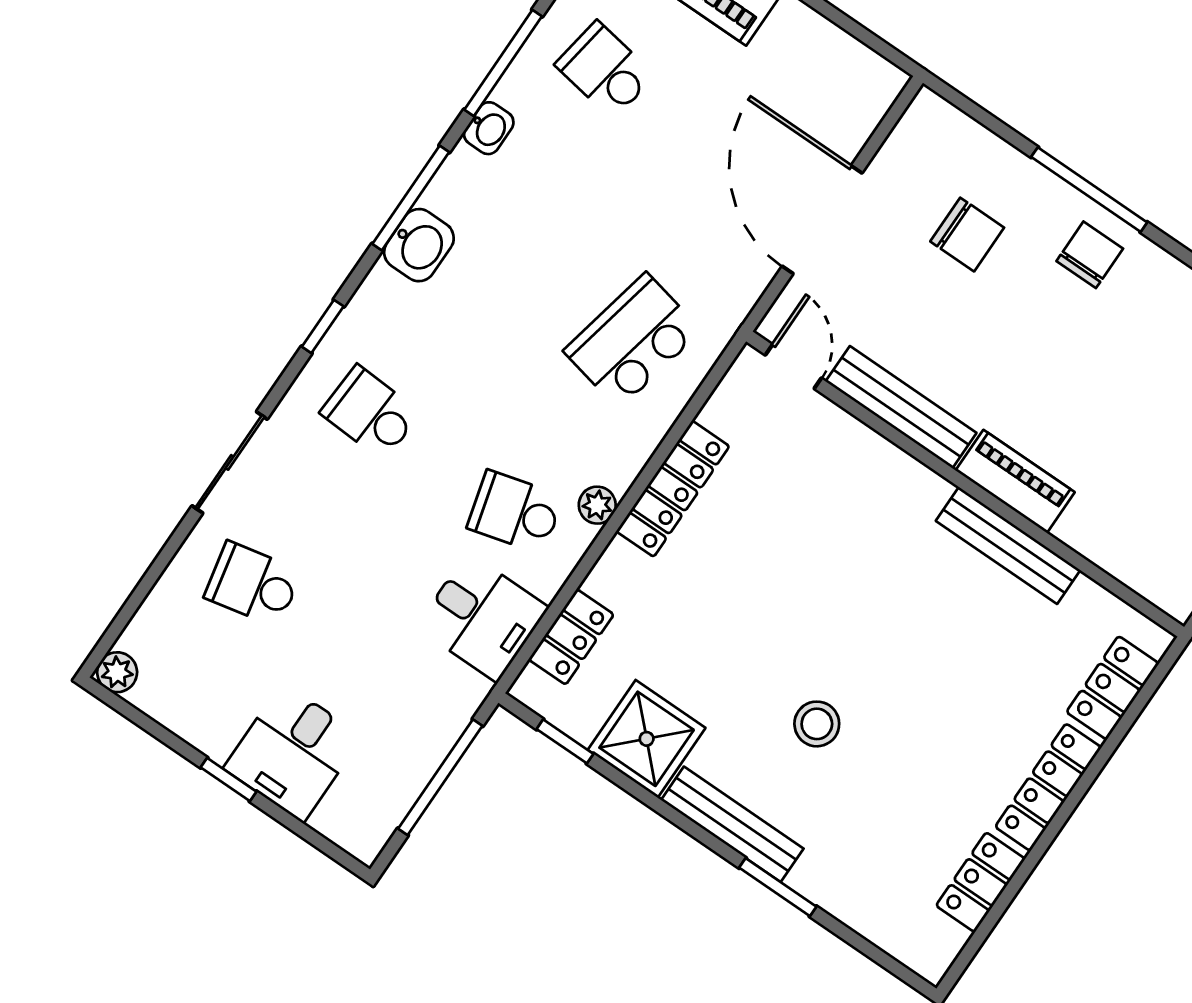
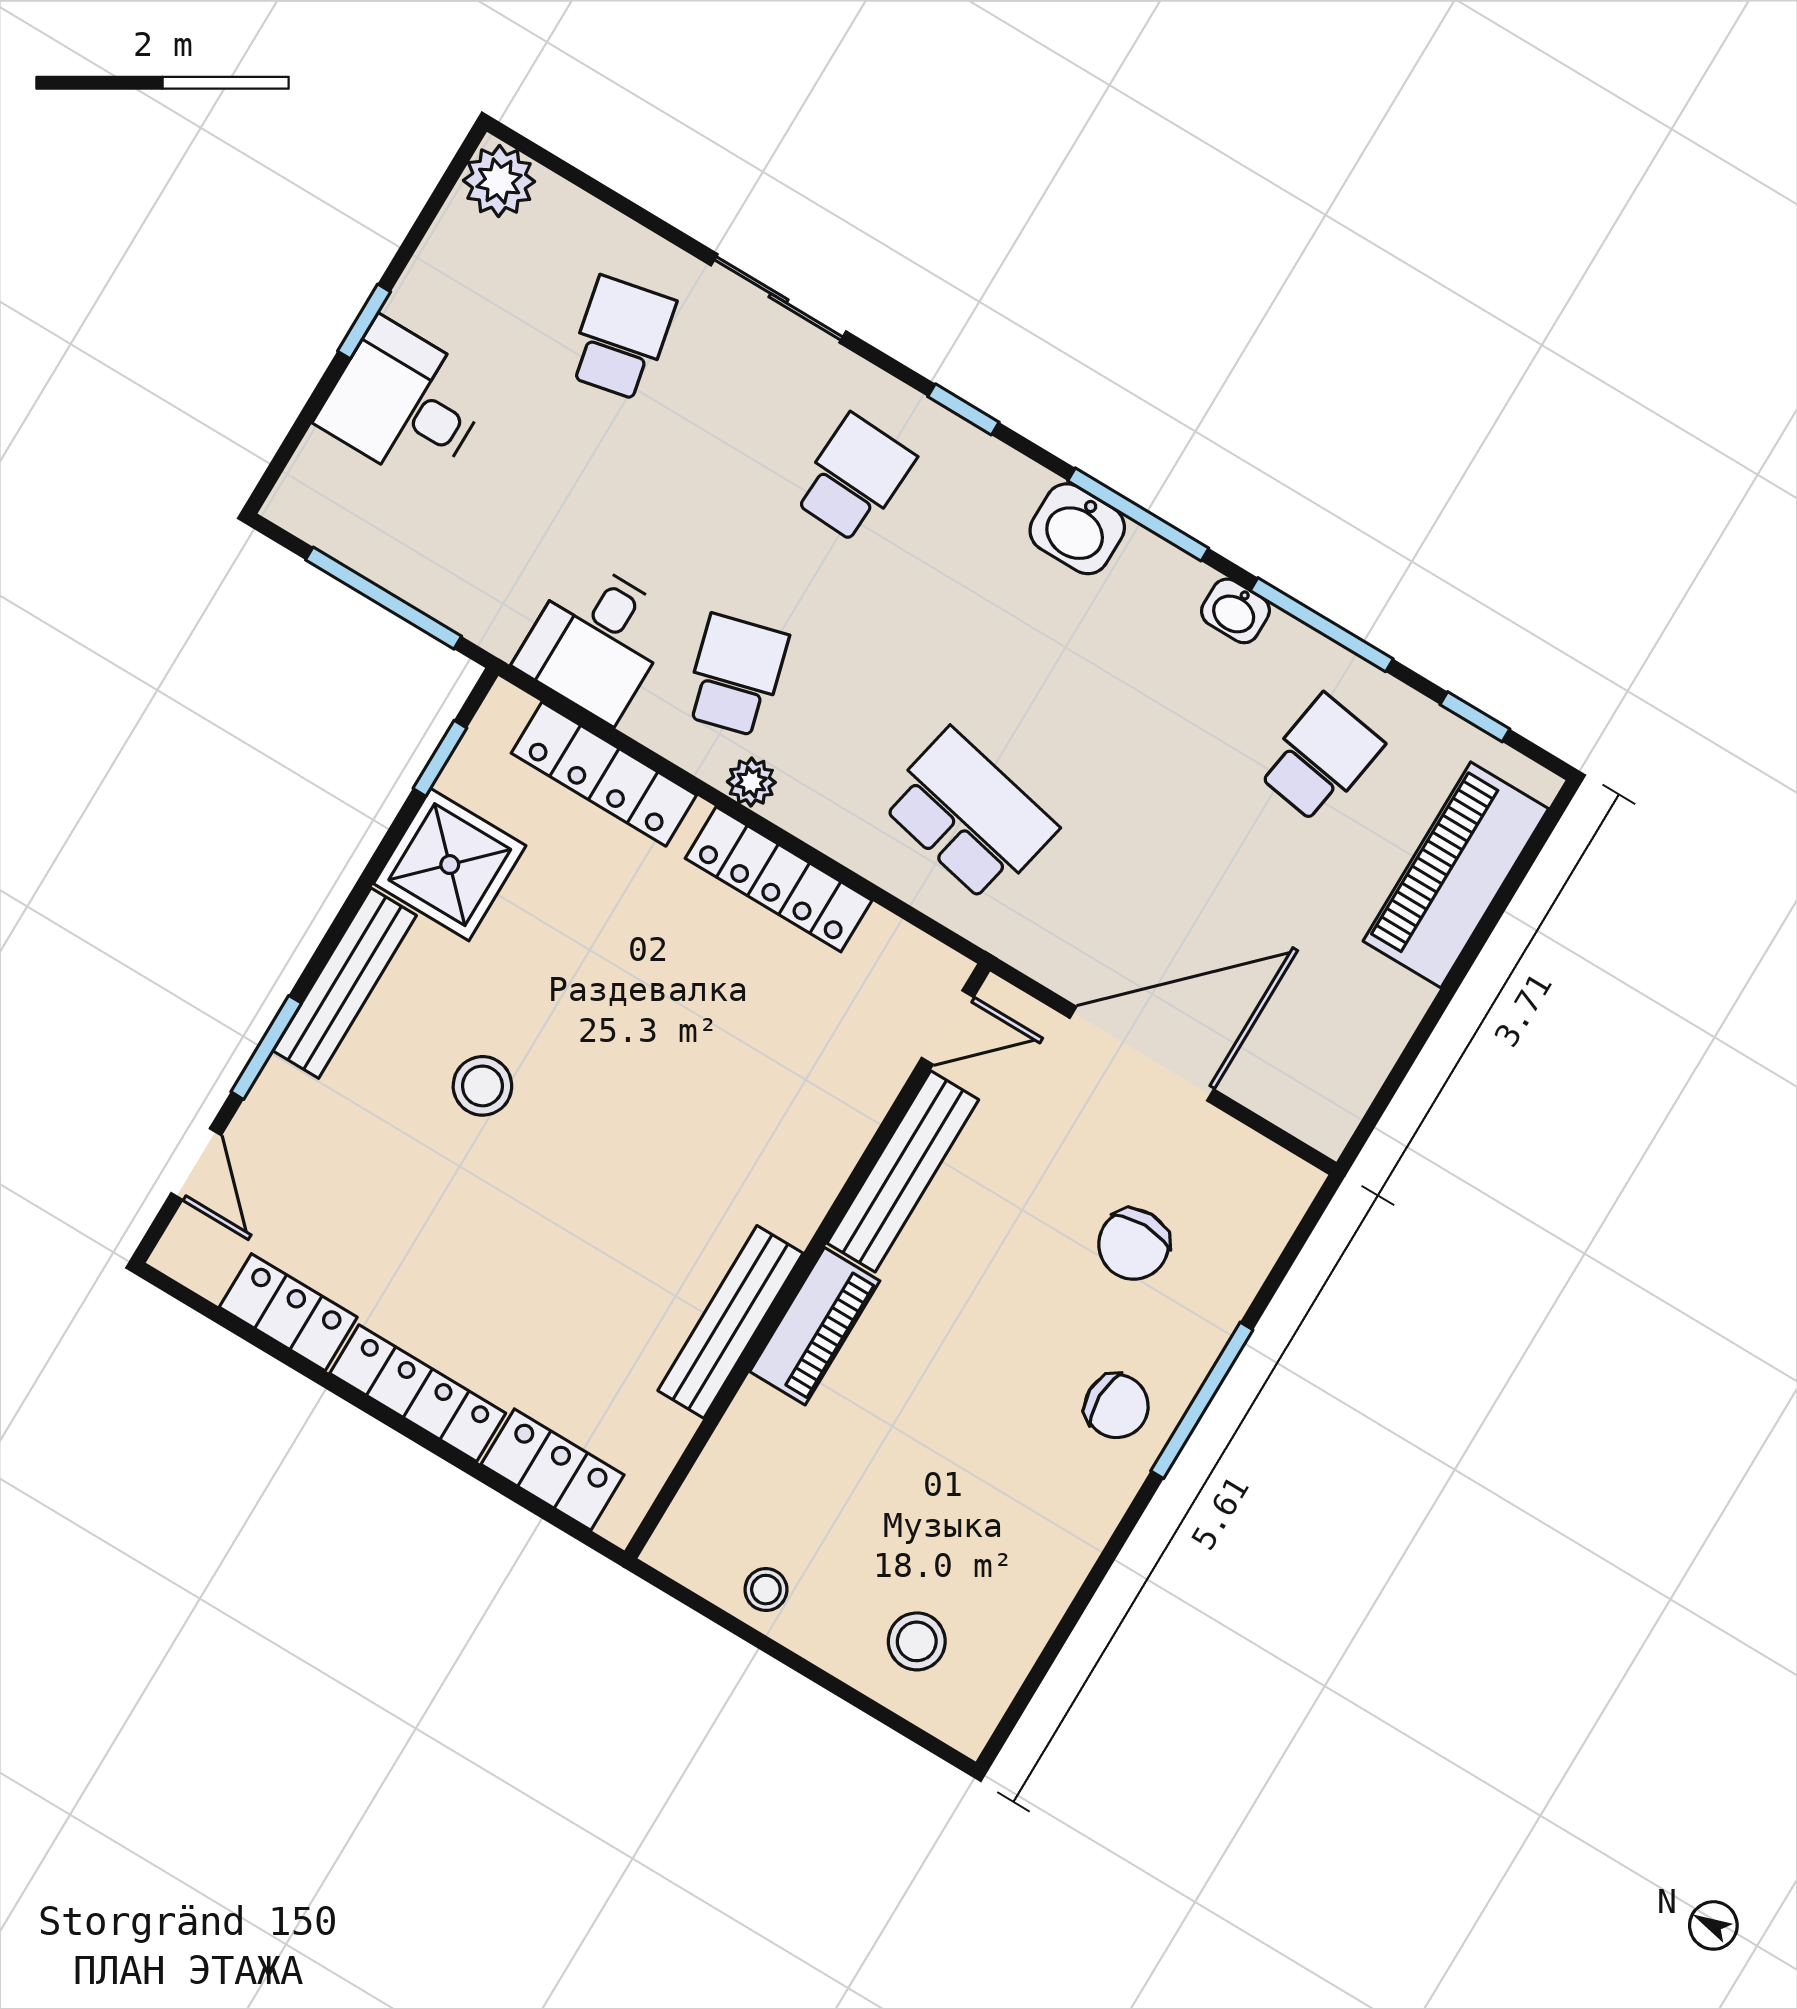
locker: (571, 637) -> (604, 774), width x1.53
plant: (117, 672) -> (499, 181), width x1.38, depth x1.38
door: (863, 946) -> (196, 1164), added

